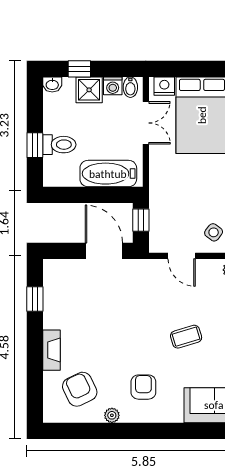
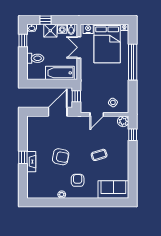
double door: (146, 123) -> (79, 47), swing flipped
window: (35, 145) -> (23, 41), moved
door: (104, 251) -> (58, 112), hinge flipped
door: (182, 256) -> (97, 114), hinge flipped
window: (35, 299) -> (23, 157), moved
armchair: (80, 389) -> (61, 157), moved, turned 127

